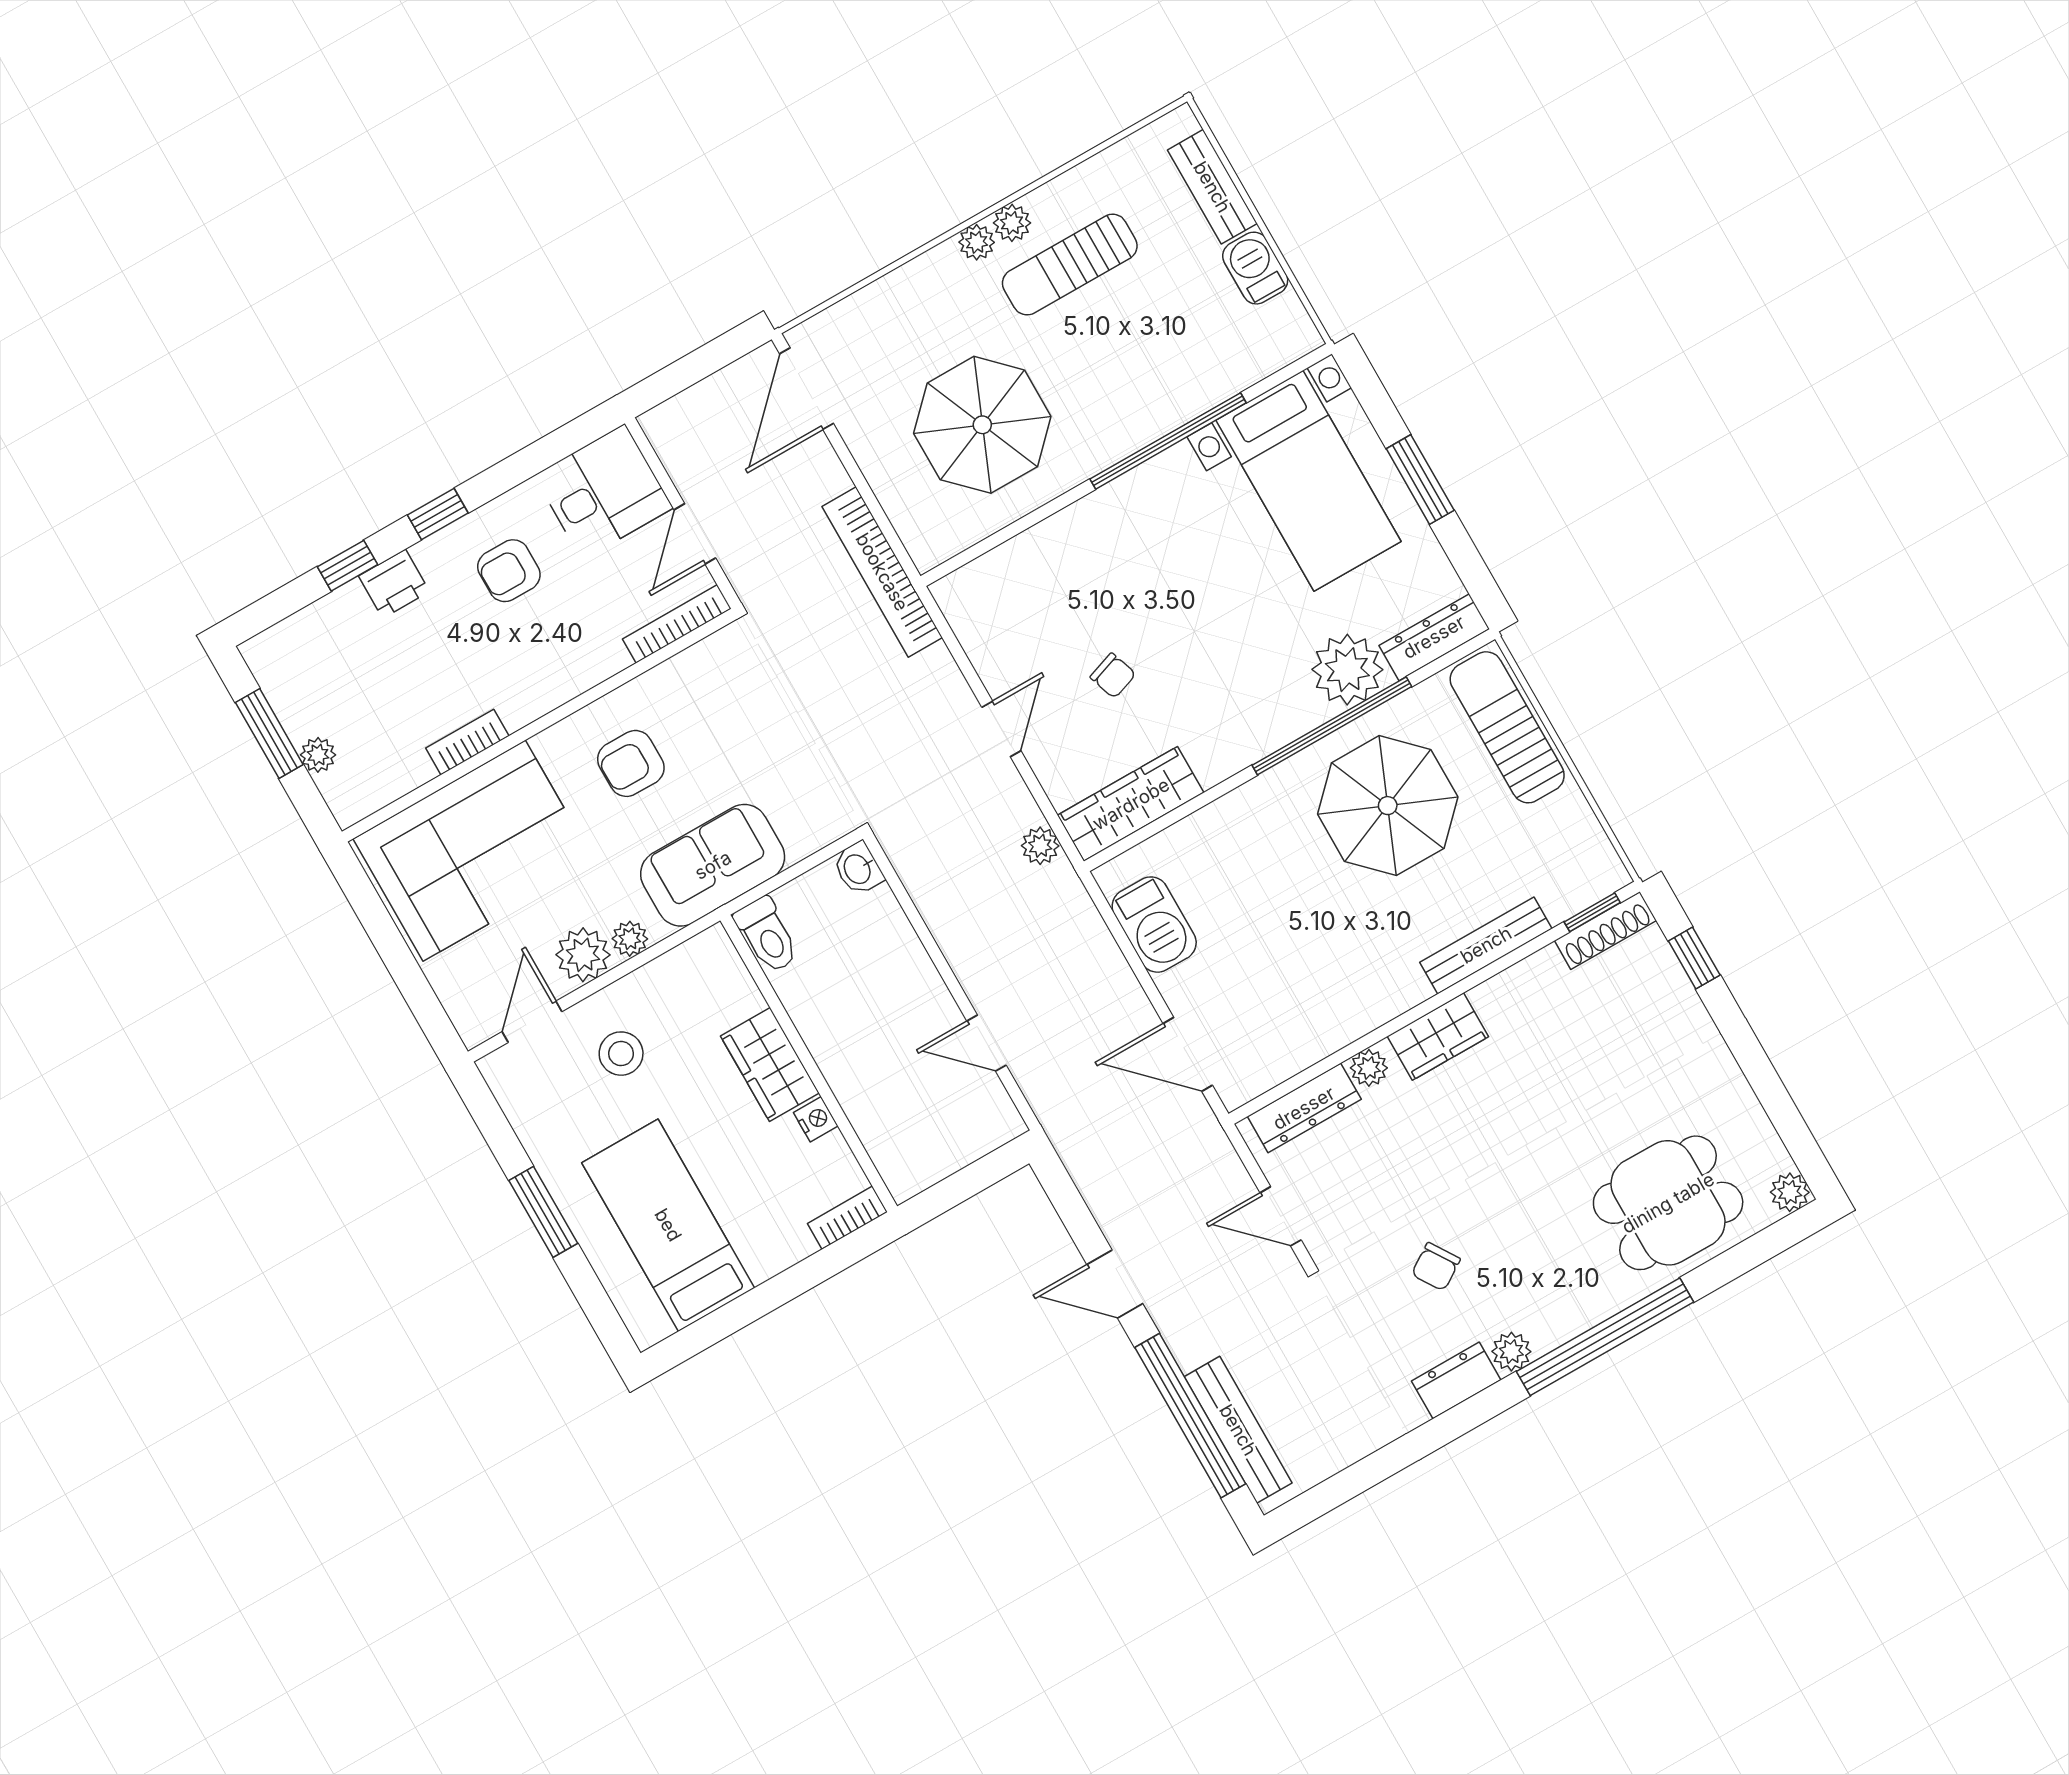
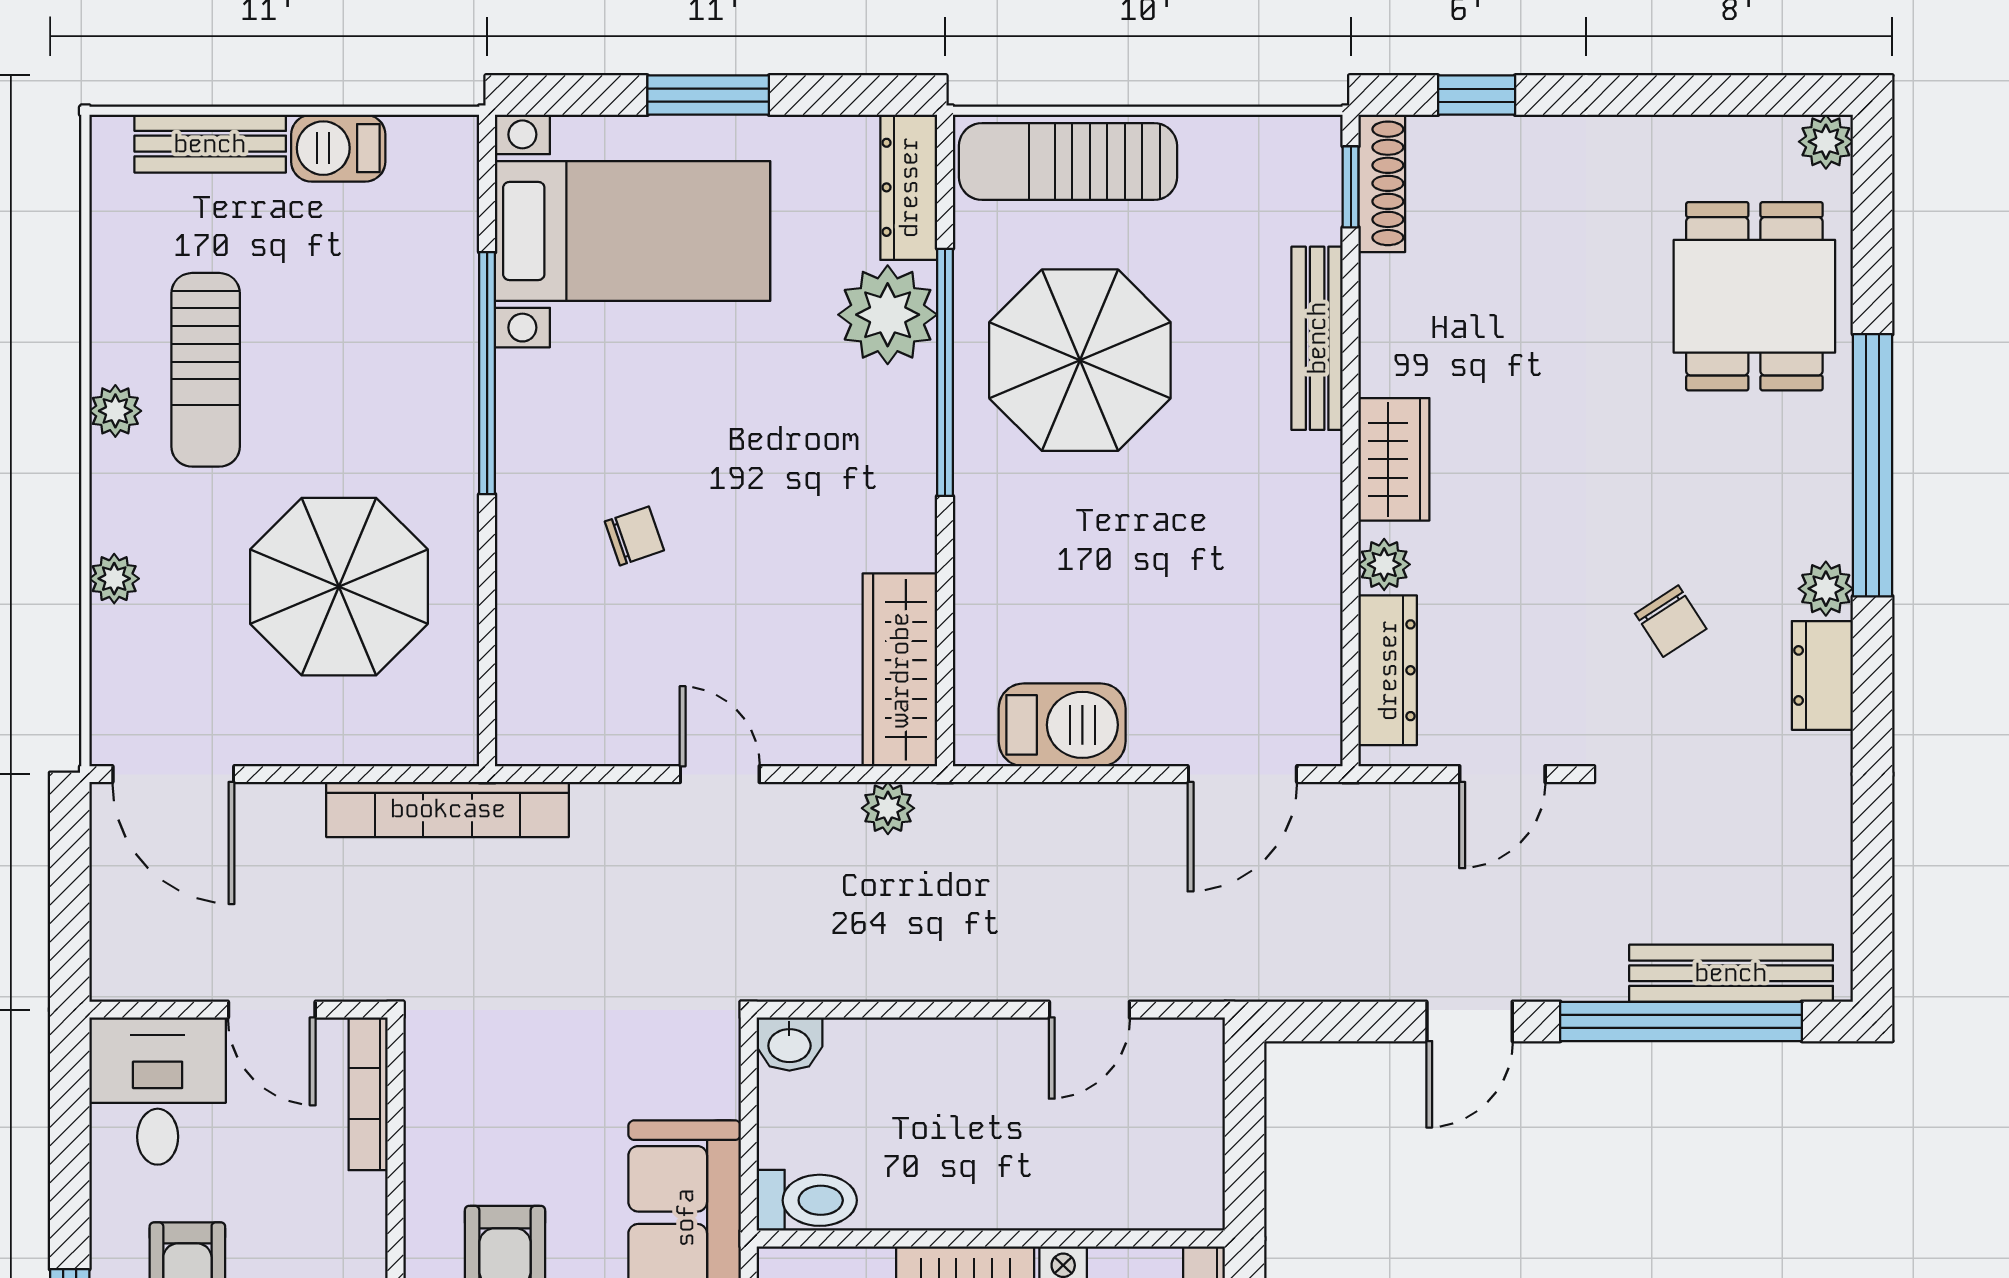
plant: (977, 242) -> (114, 579), moved
chair: (1113, 676) -> (634, 536), moved

